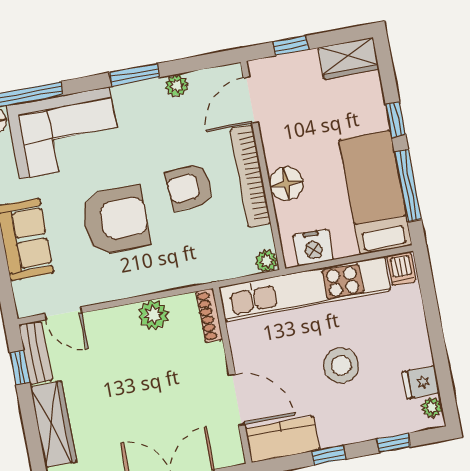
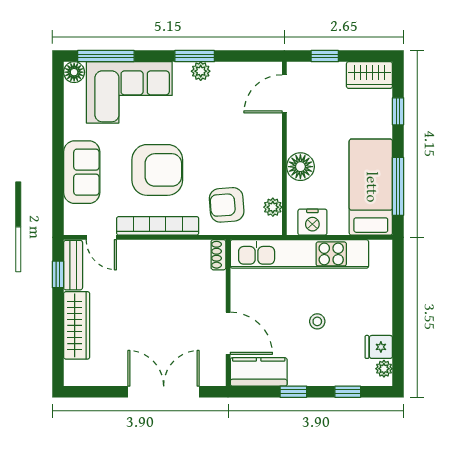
plant: (177, 86) -> (201, 71), moved
window: (396, 120) -> (398, 111), moved
bookcase: (251, 176) -> (158, 226), moved, turned 90
armchair: (189, 187) -> (227, 205), moved
plant: (266, 261) -> (273, 207), moved
dishwasher: (401, 269) -> (380, 252), removed
plant: (153, 315) -> (174, 252), removed
shoe rack: (209, 316) -> (218, 255), width x0.70
stool: (341, 366) -> (317, 321), width x0.53, depth x0.53

